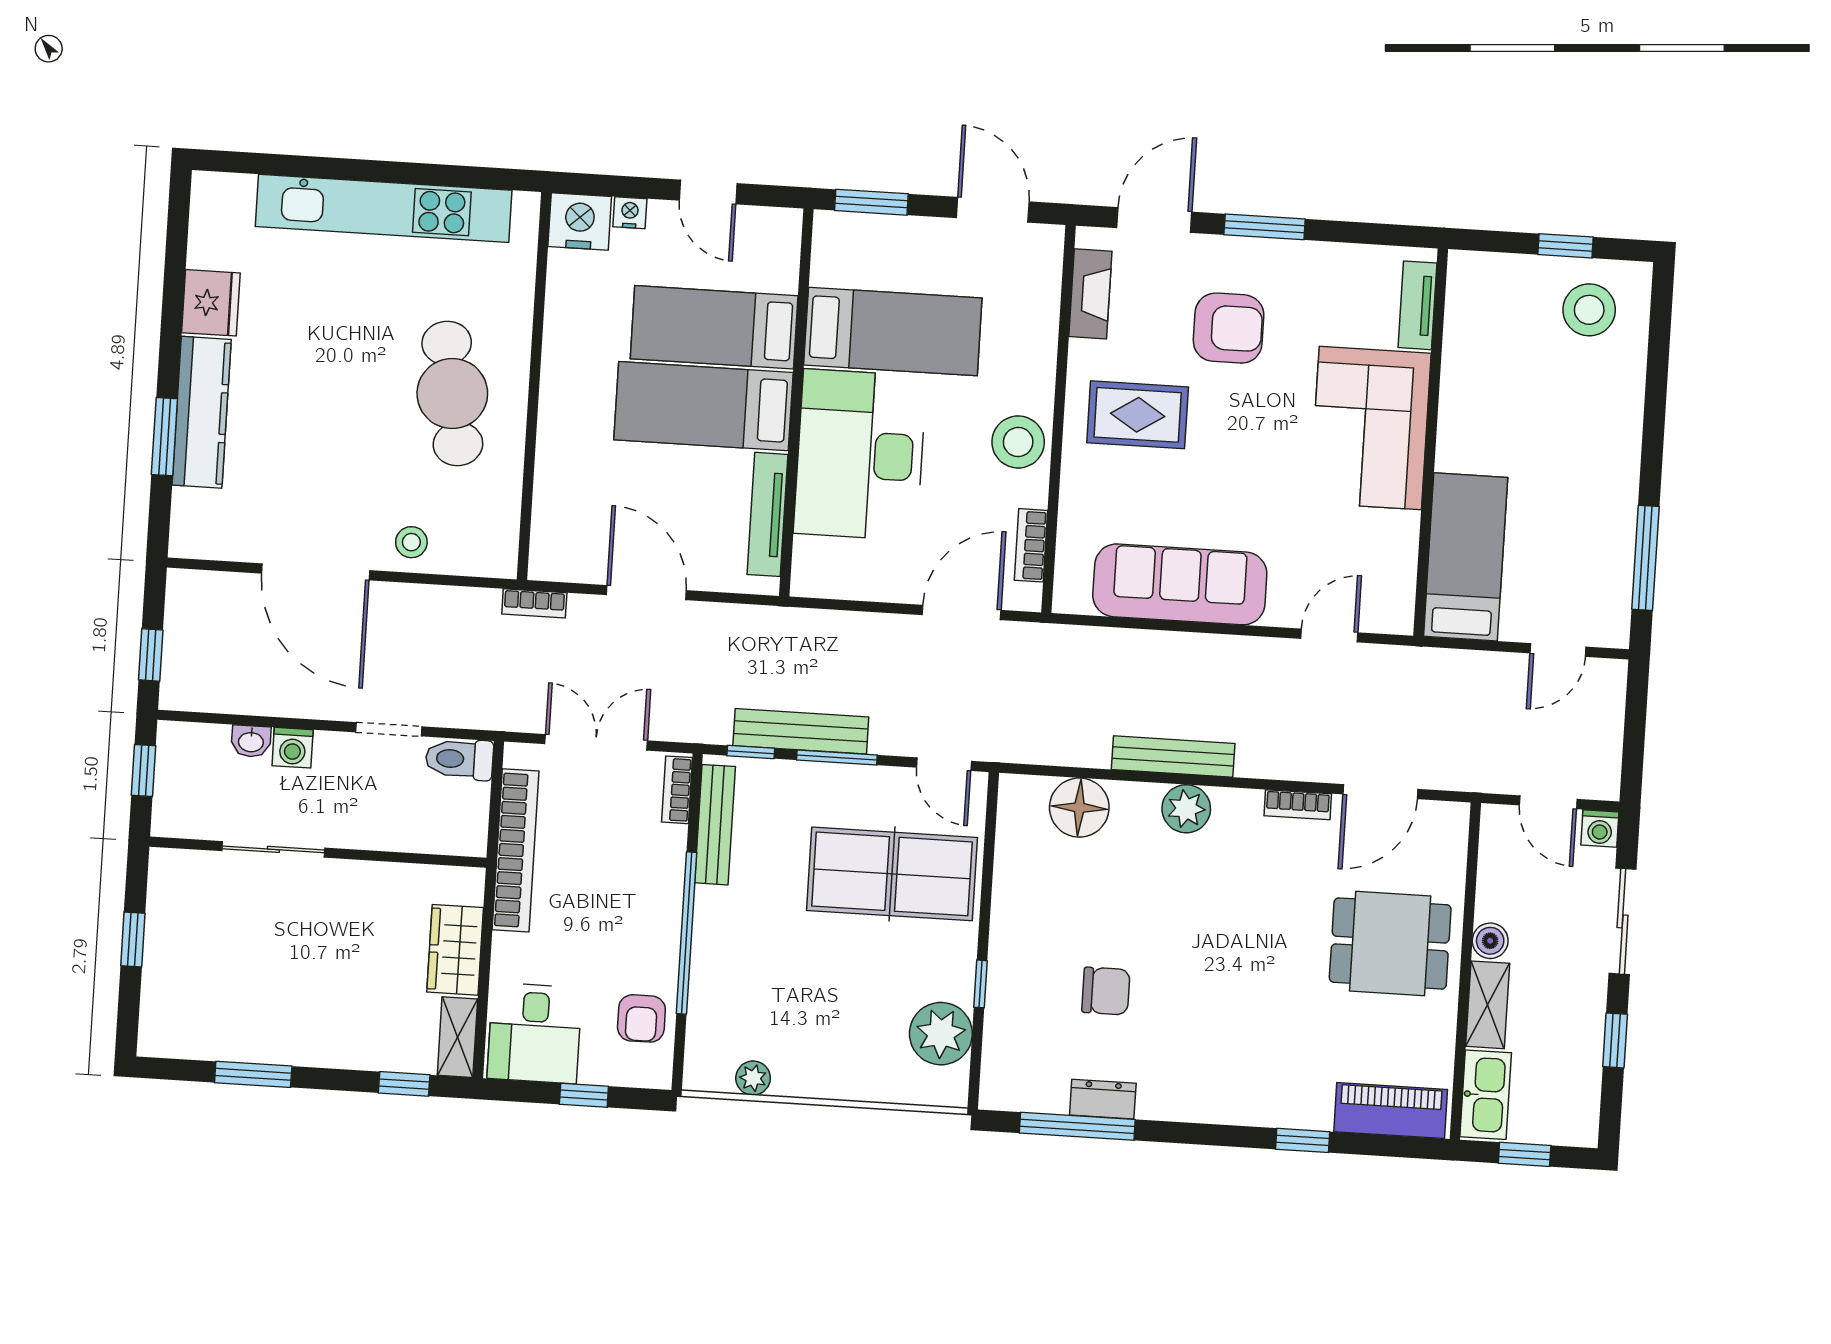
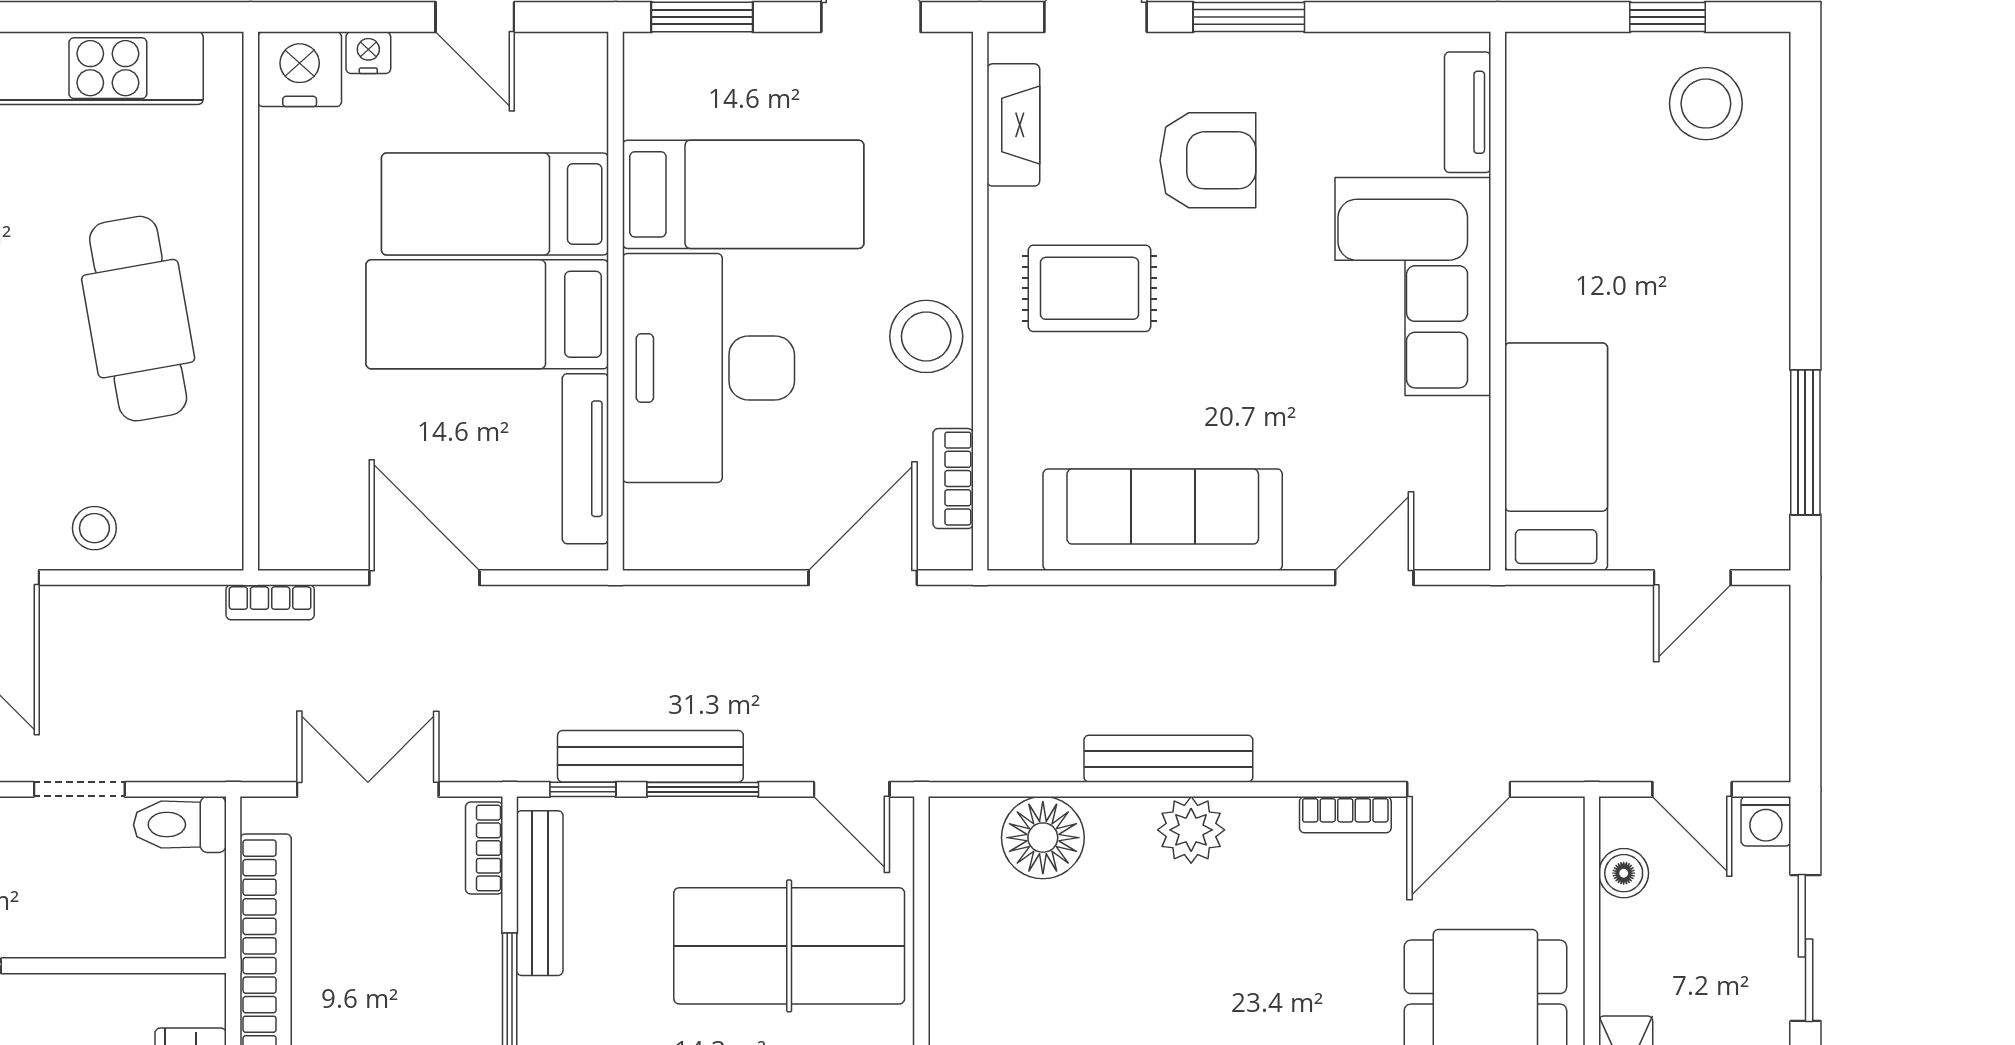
boiler: (1490, 941) -> (1624, 873), moved

